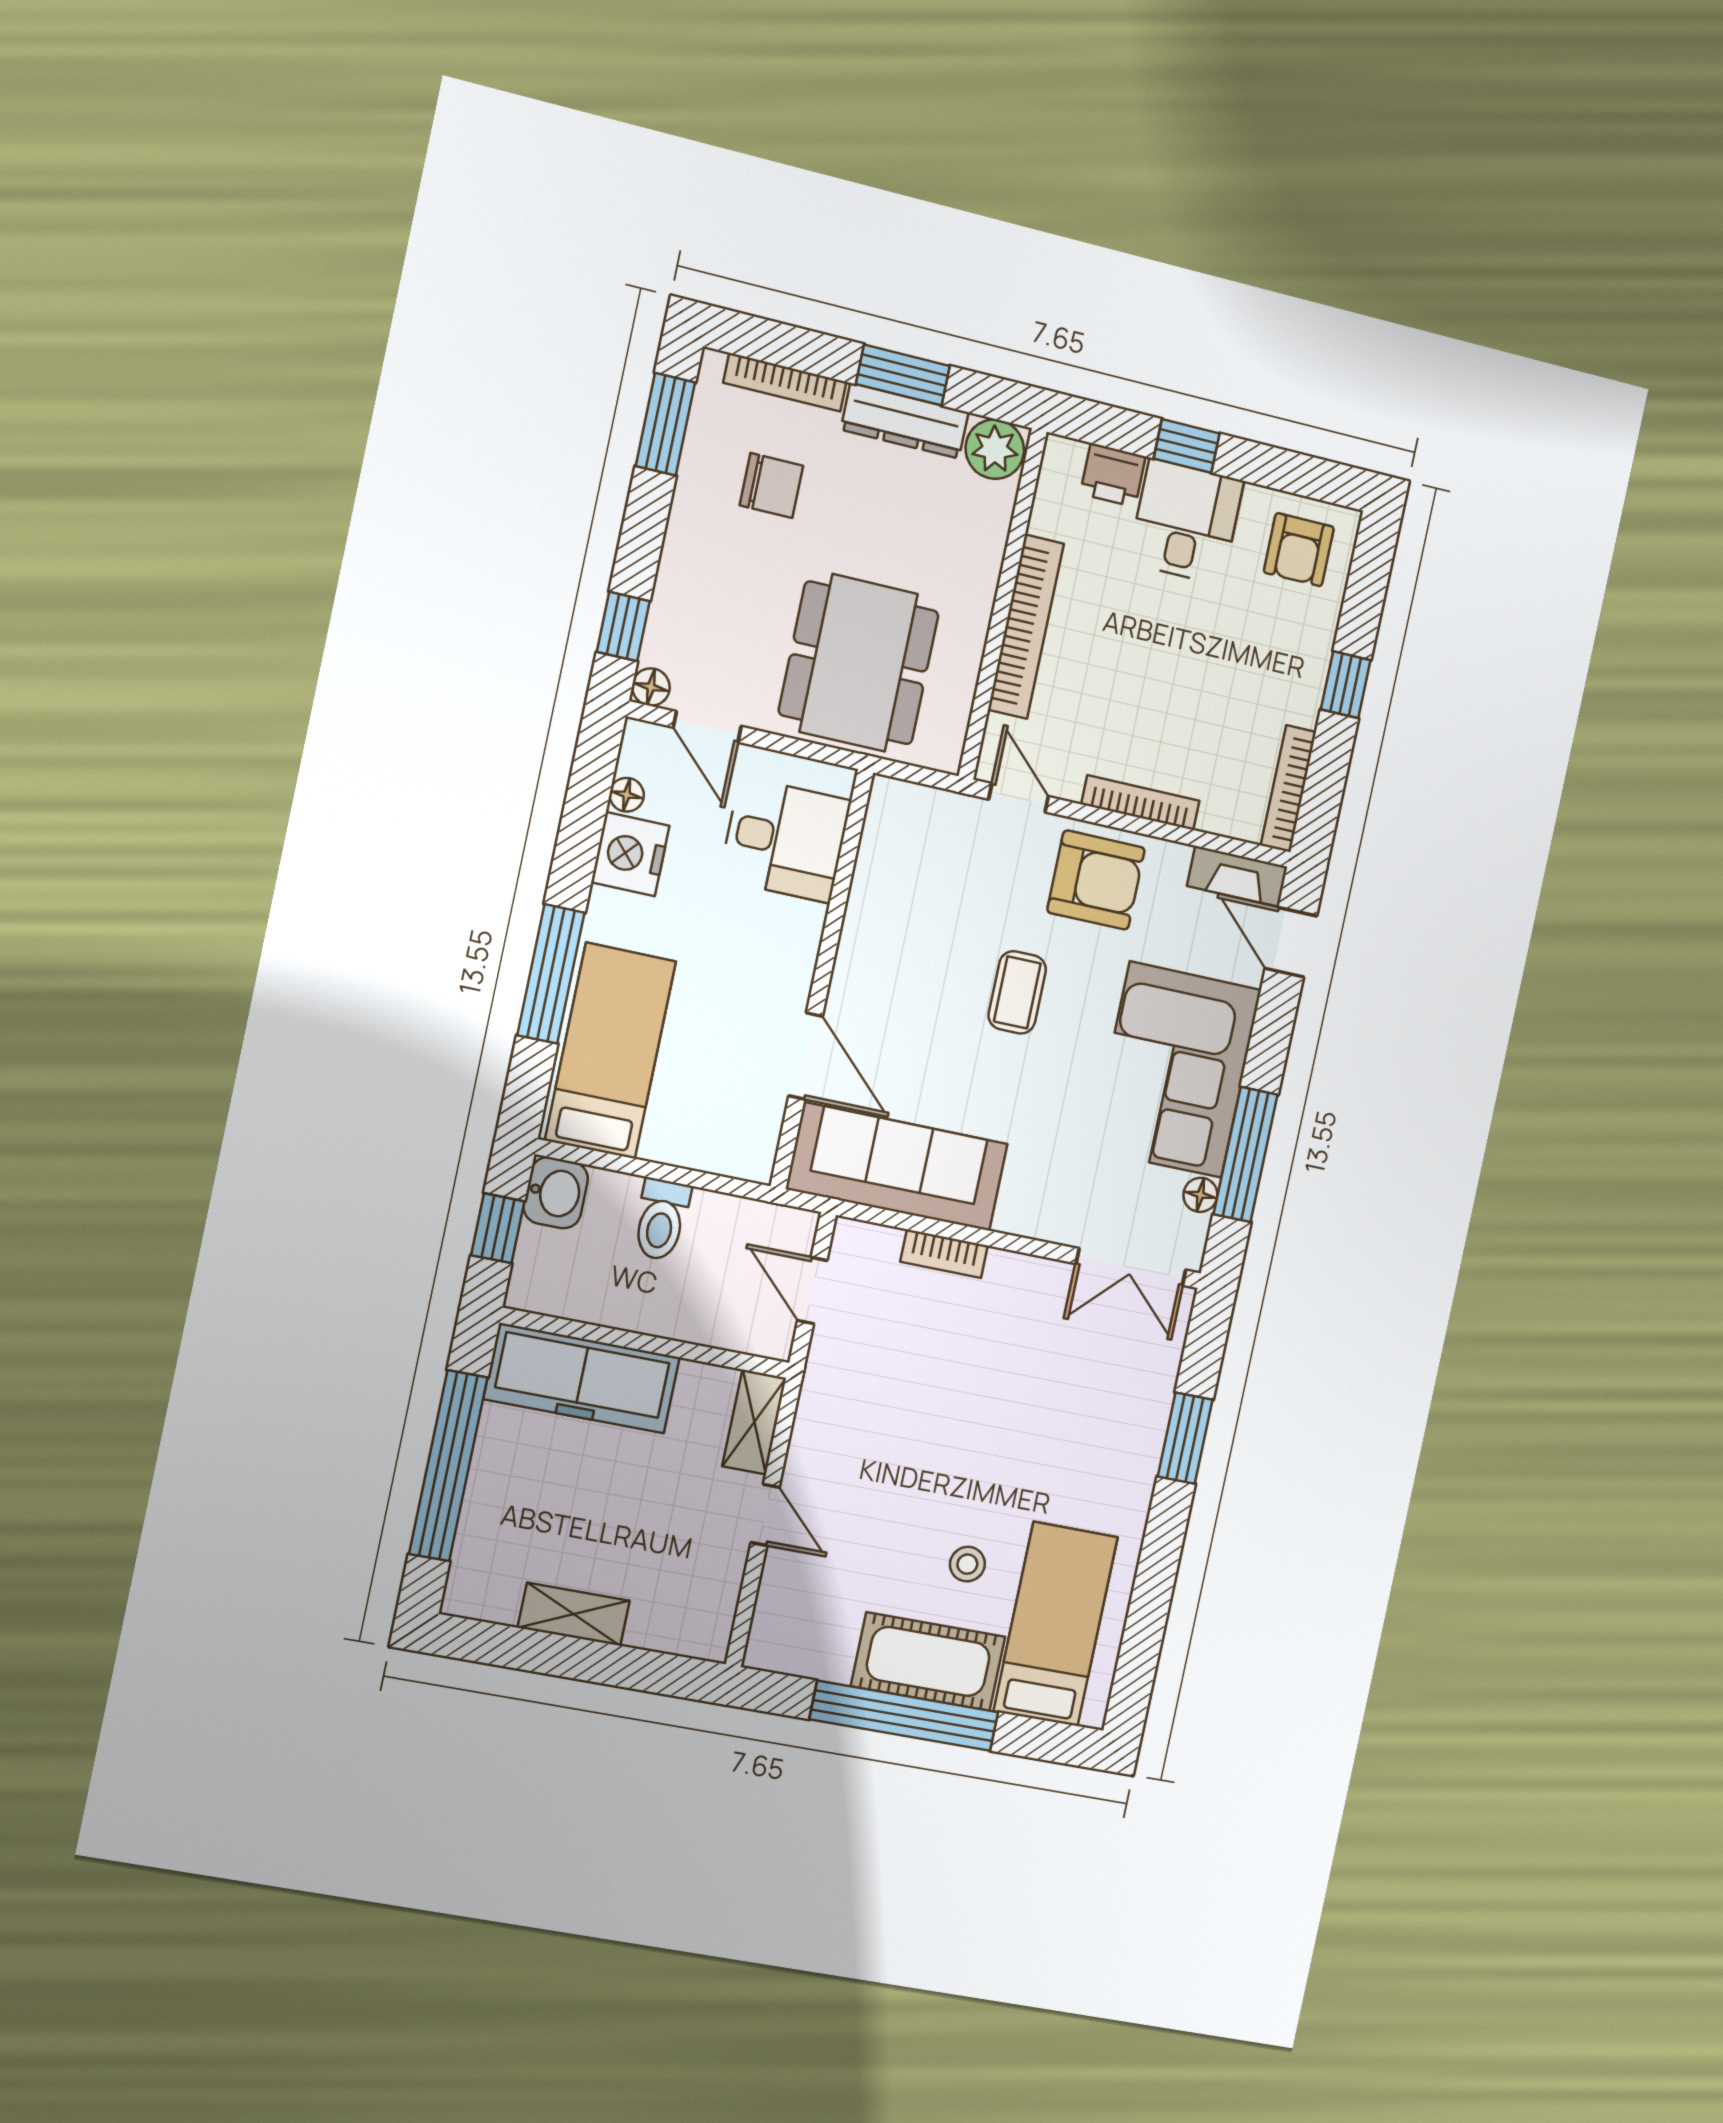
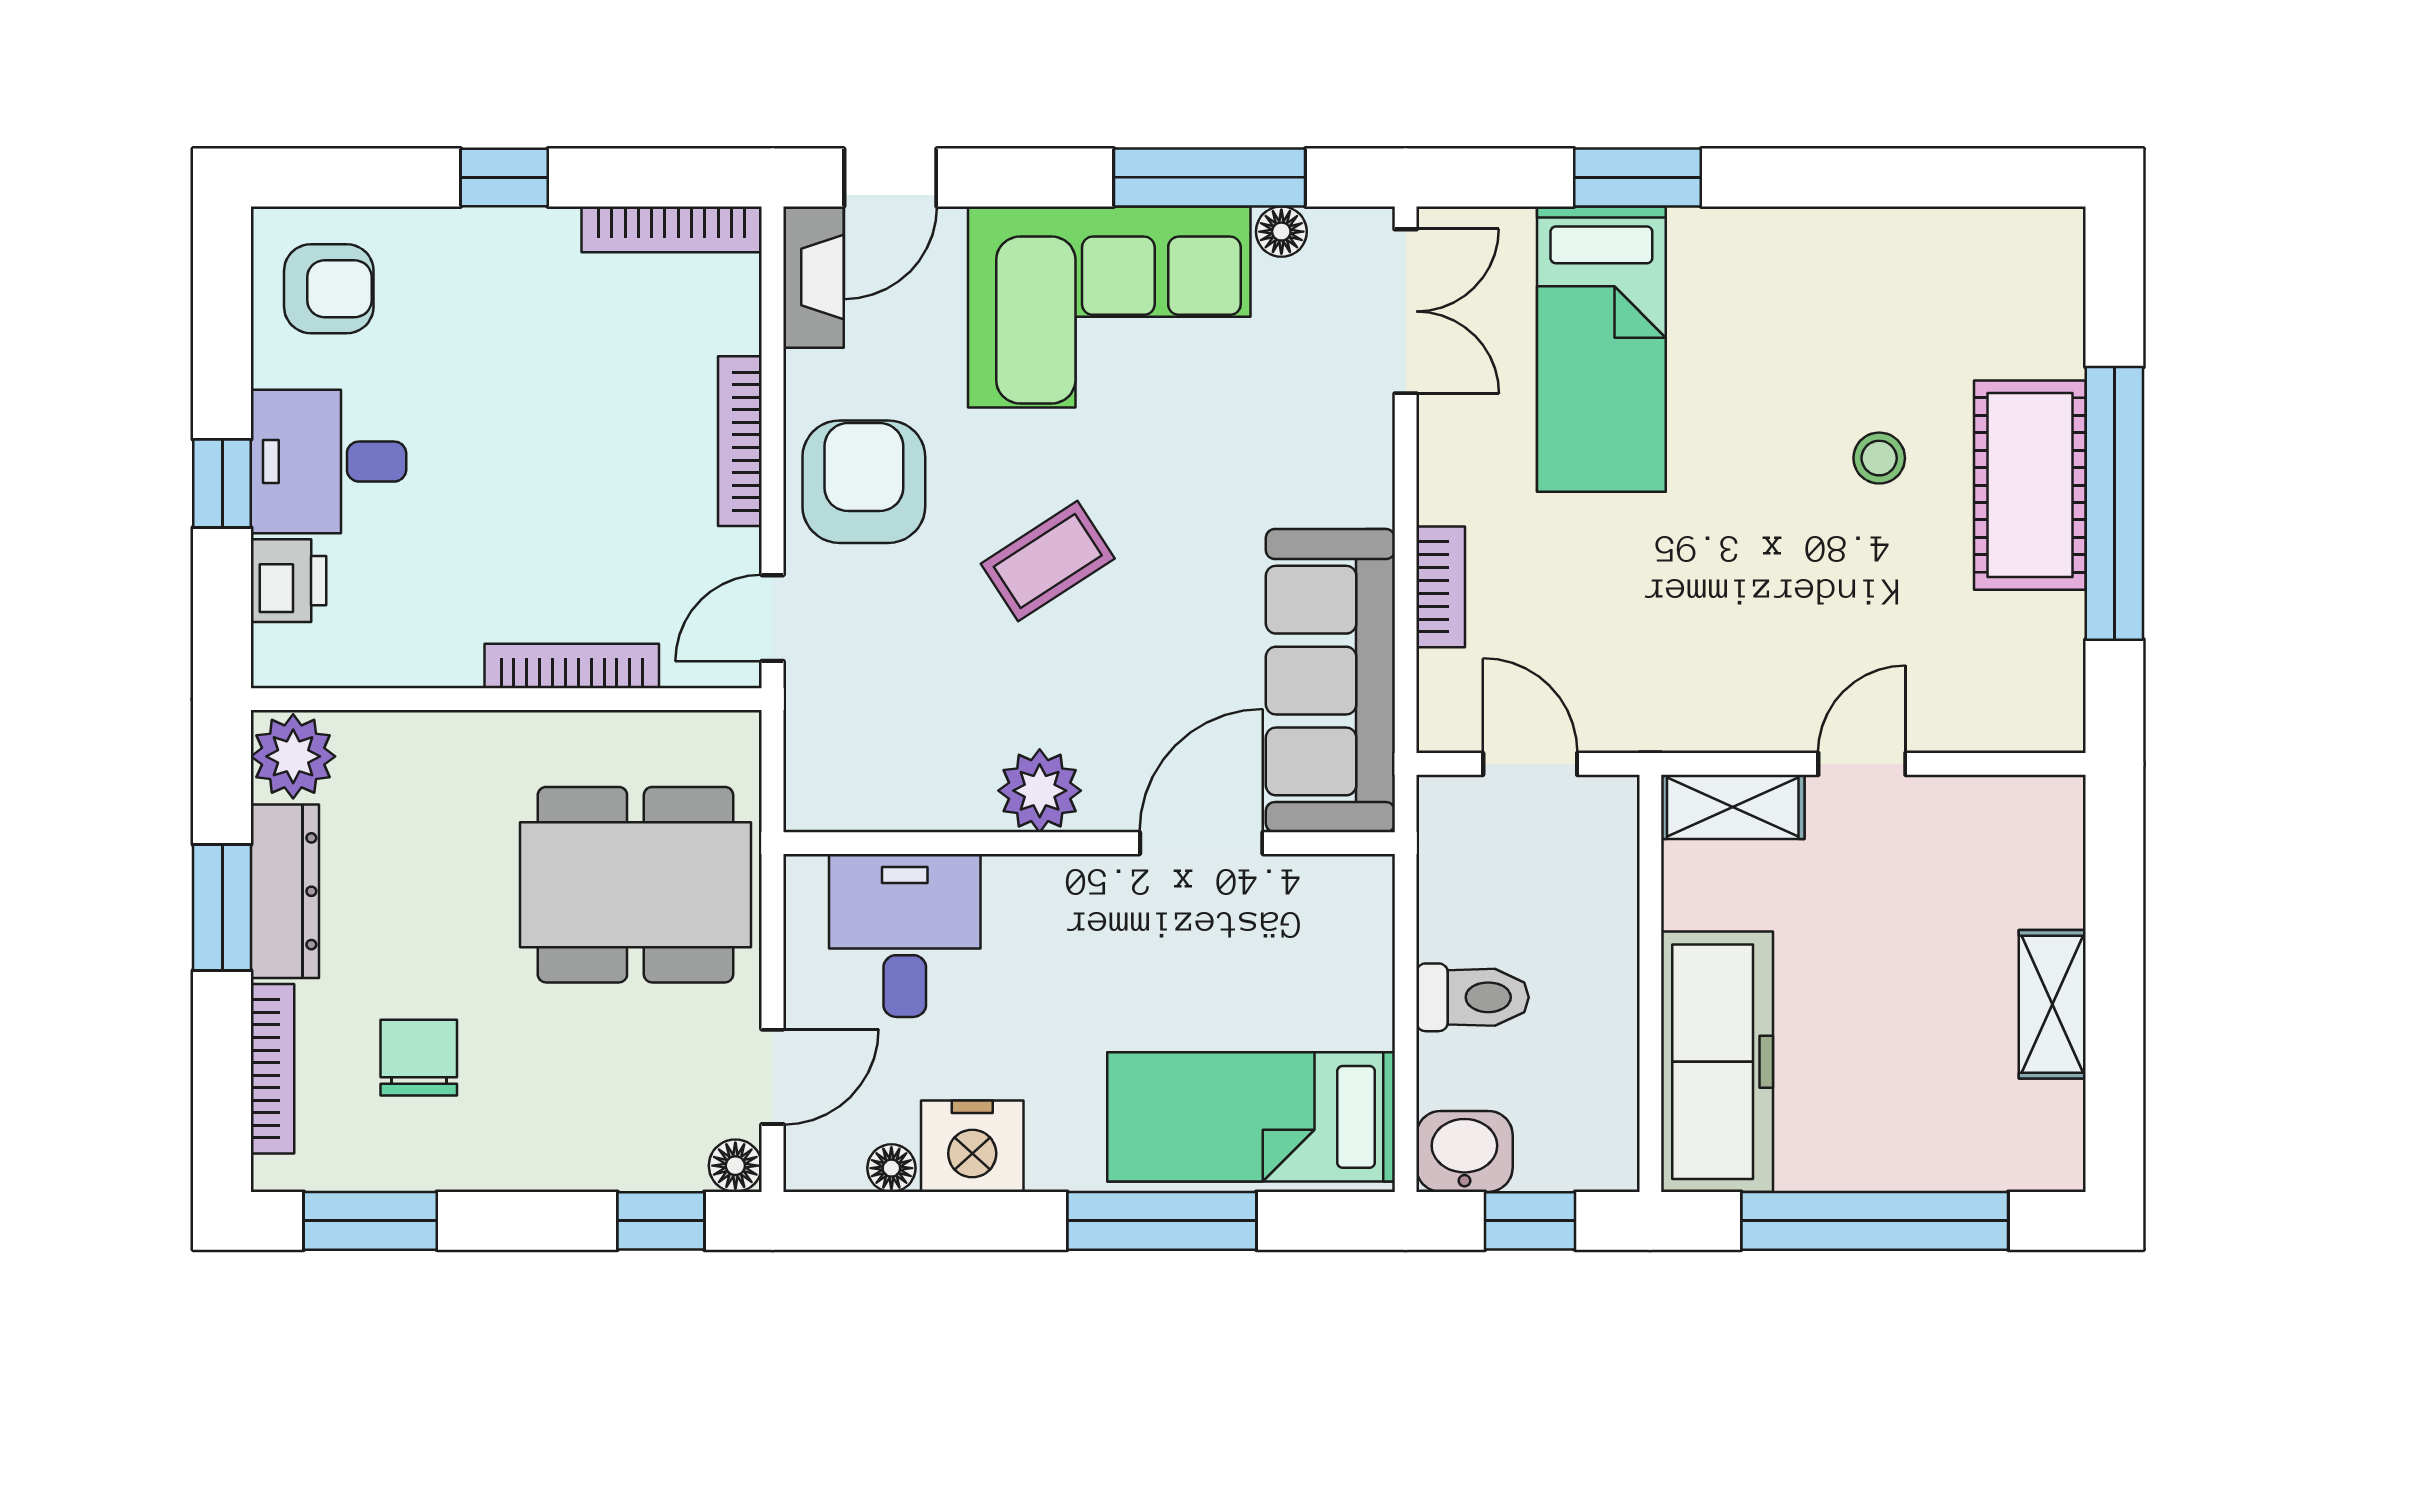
bookcase: (1026, 627) -> (572, 666), width x0.68, depth x0.76
plant: (864, 954) -> (1040, 791), added
coffee table: (1017, 992) -> (1048, 561), turned -33
door: (812, 1290) -> (1530, 764), swing flipped
bed: (1056, 1624) -> (1601, 349), moved, turned -90

